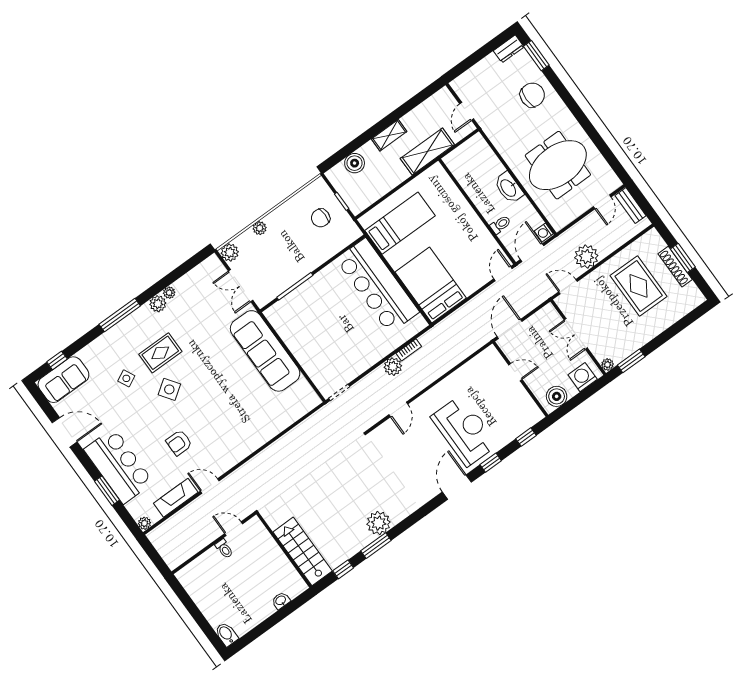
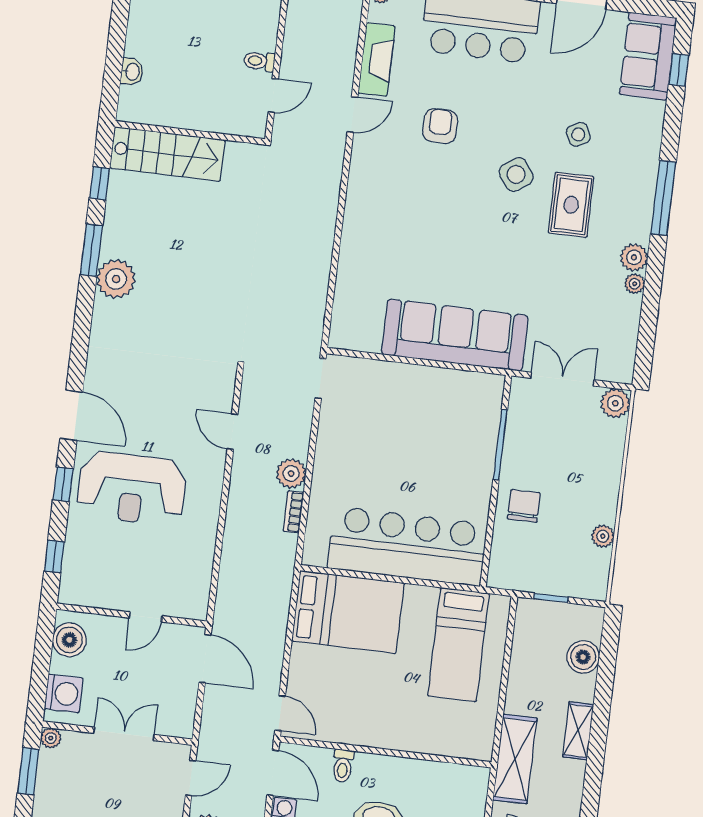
chair: (321, 218) -> (524, 506), moved
plant: (260, 228) -> (603, 536), moved

